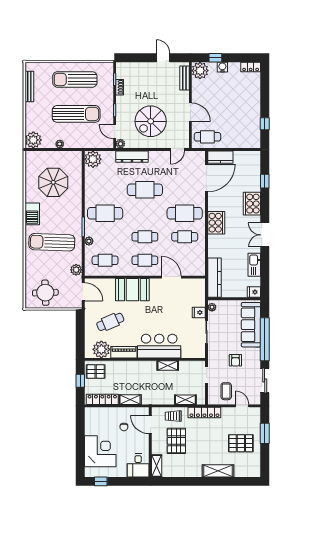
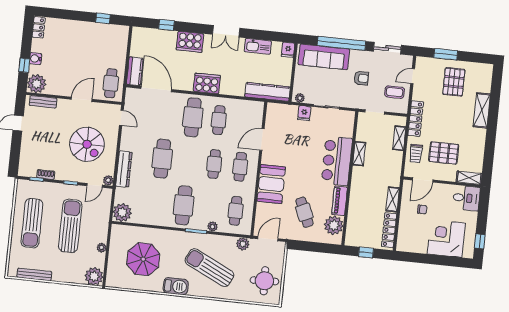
sun lounger: (52, 242) -> (209, 268), turned 114
pallet: (96, 372) -> (358, 234), removed

